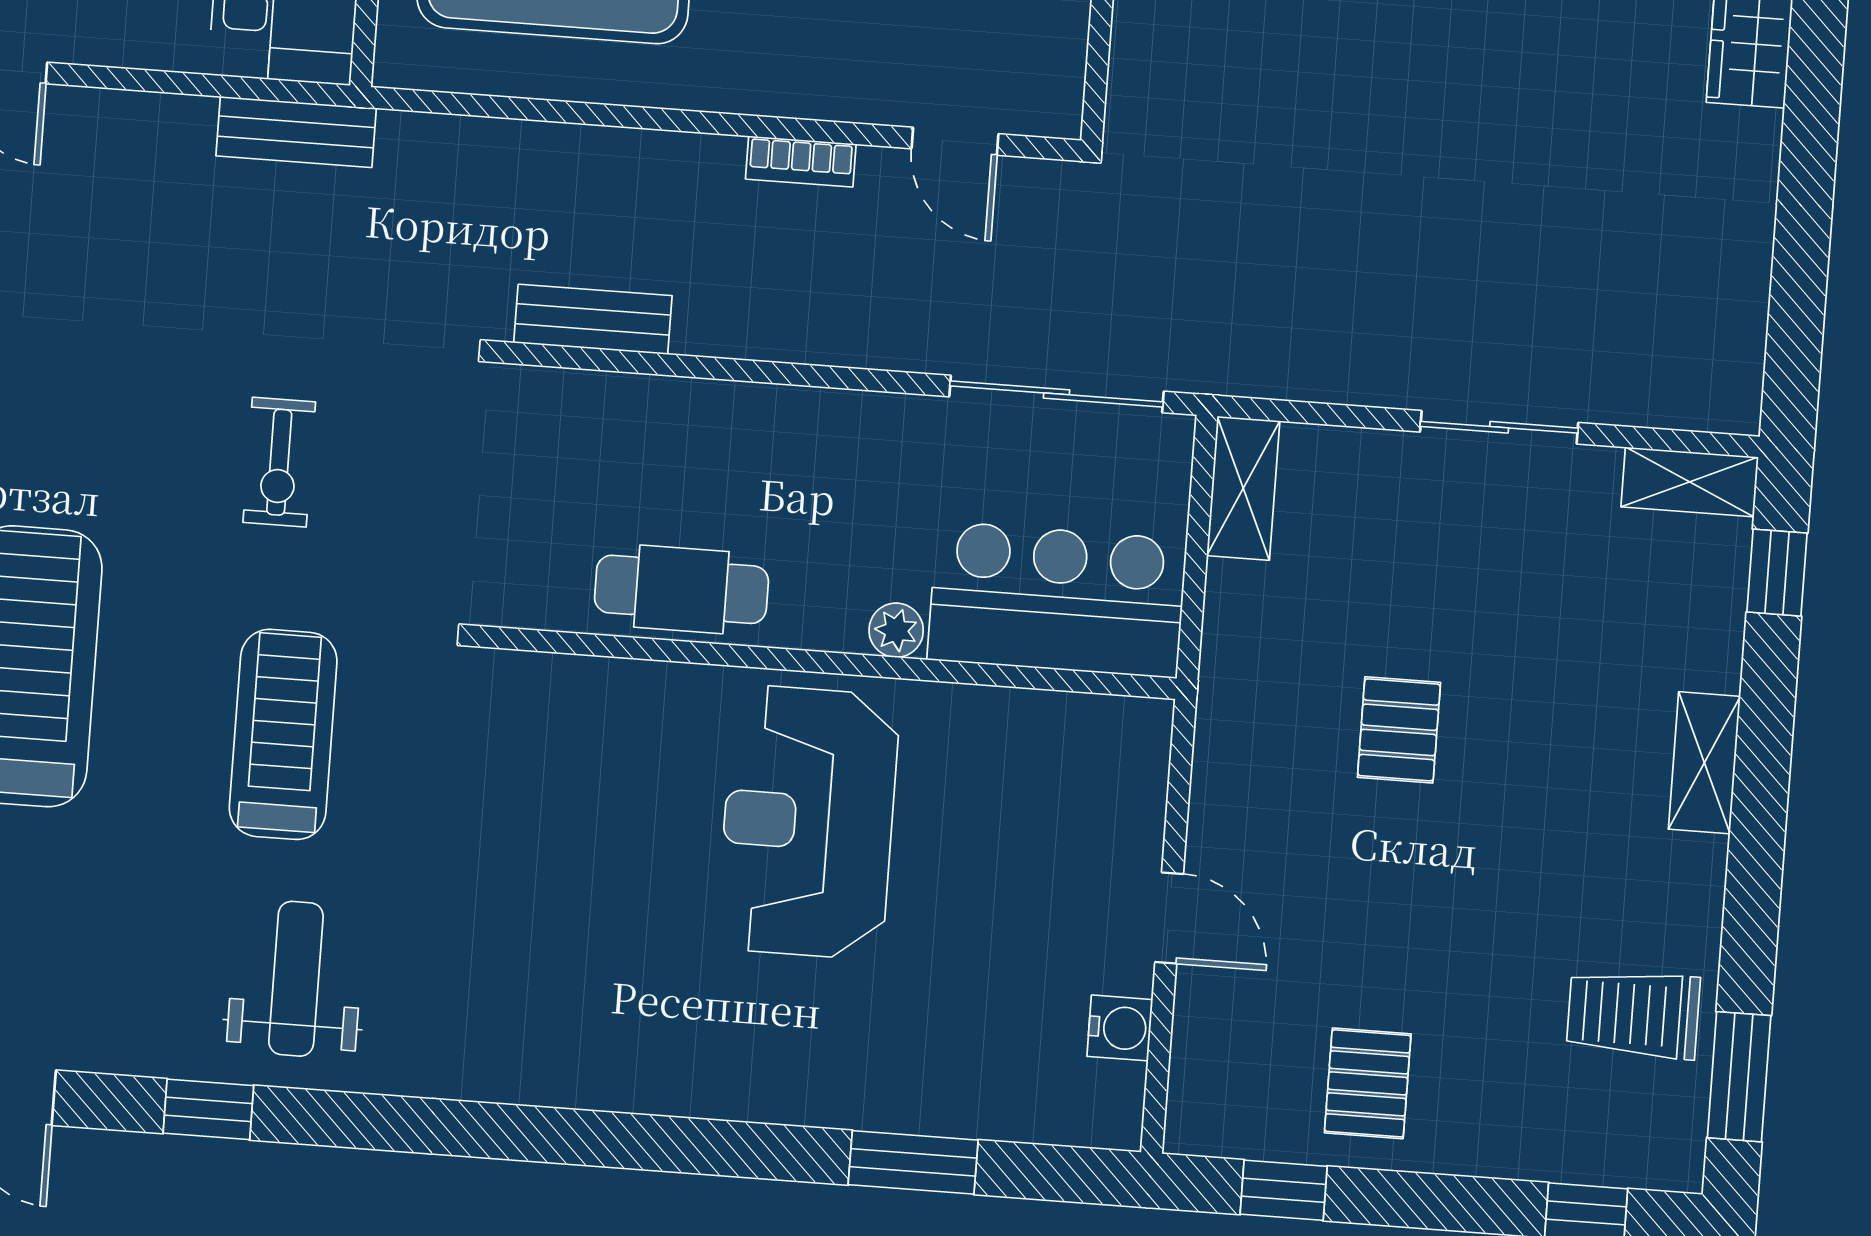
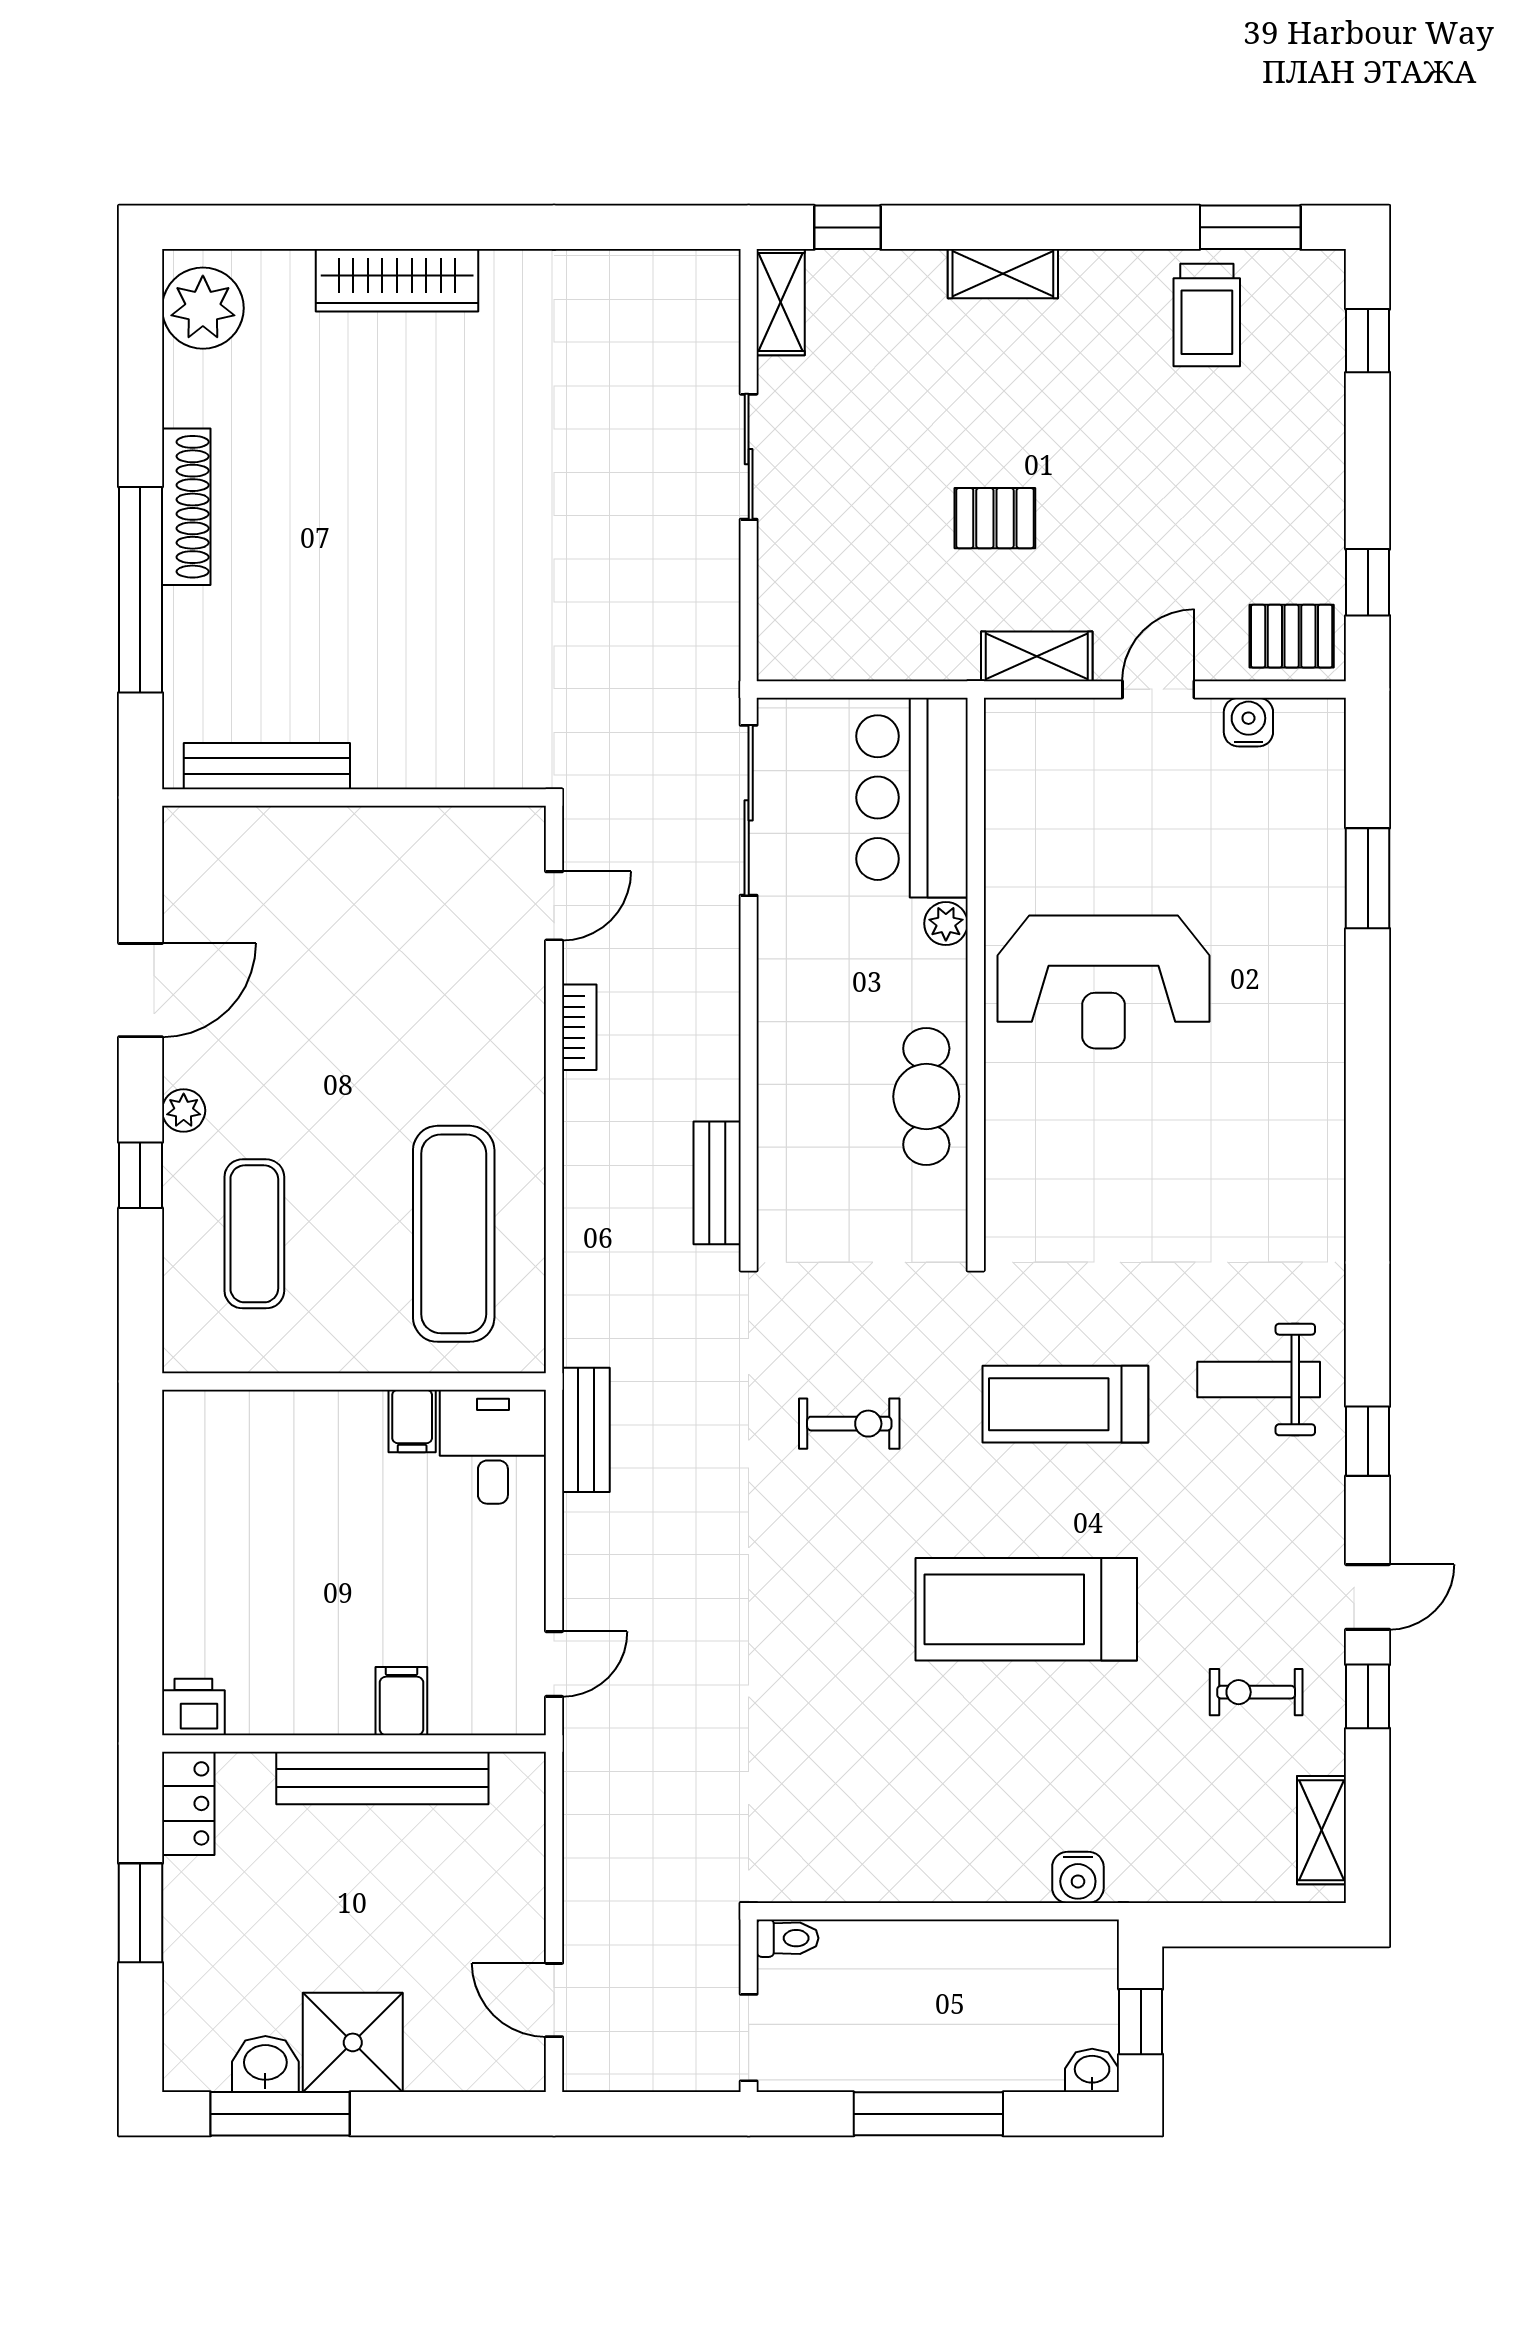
shelving: (1243, 488) -> (1037, 656), moved
pallet: (1368, 1083) -> (1292, 636), moved

